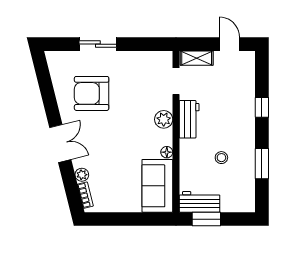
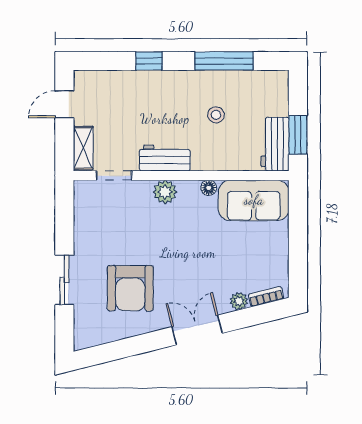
window: (262, 164) -> (224, 61), width x1.44

